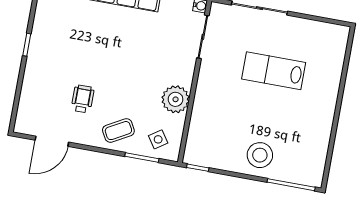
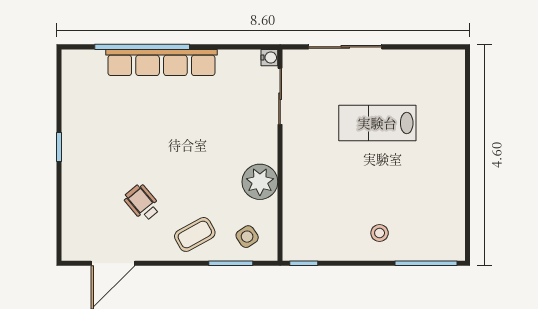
wheelchair: (83, 99) -> (142, 203), turned -40
stool: (260, 155) -> (380, 233), width x0.53, depth x0.53

